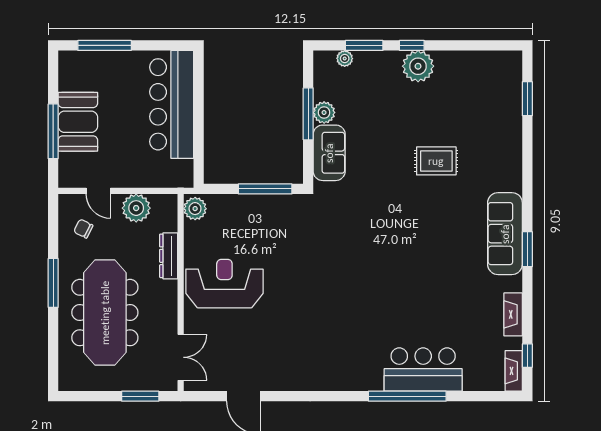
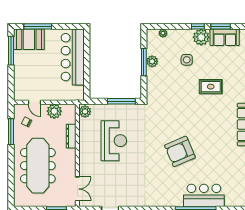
window: (364, 45) -> (221, 26), moved
side table: (390, 110) -> (187, 60), added
booth: (78, 122) -> (29, 39), moved, turned 90
window: (53, 131) -> (11, 51), moved
sofa: (329, 153) -> (225, 37), moved, turned 90
window: (53, 283) -> (11, 132), moved
reception desk: (224, 284) -> (114, 141), moved, turned 90
armchair: (377, 285) -> (180, 151), added

